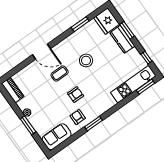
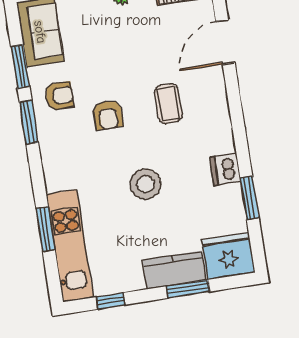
dishwasher: (74, 39) -> (225, 169), added
door: (42, 52) -> (225, 42), moved
stool: (86, 60) -> (146, 184), moved
window: (145, 87) -> (45, 229), moved
window: (74, 138) -> (20, 67), added

